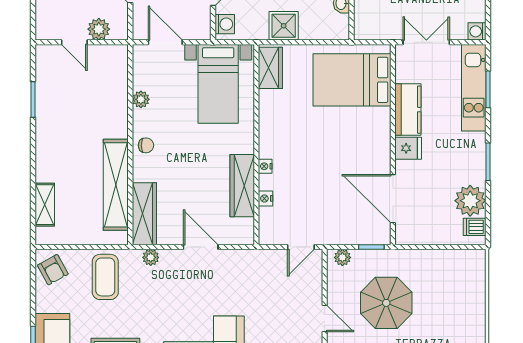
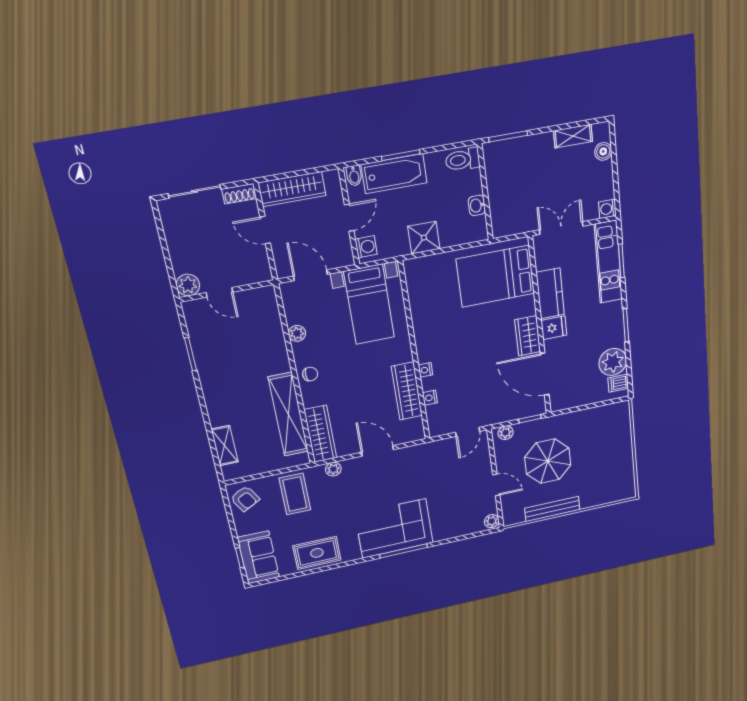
plant: (99, 29) -> (188, 285), moved
wardrobe: (270, 68) -> (528, 336), moved, turned 180

